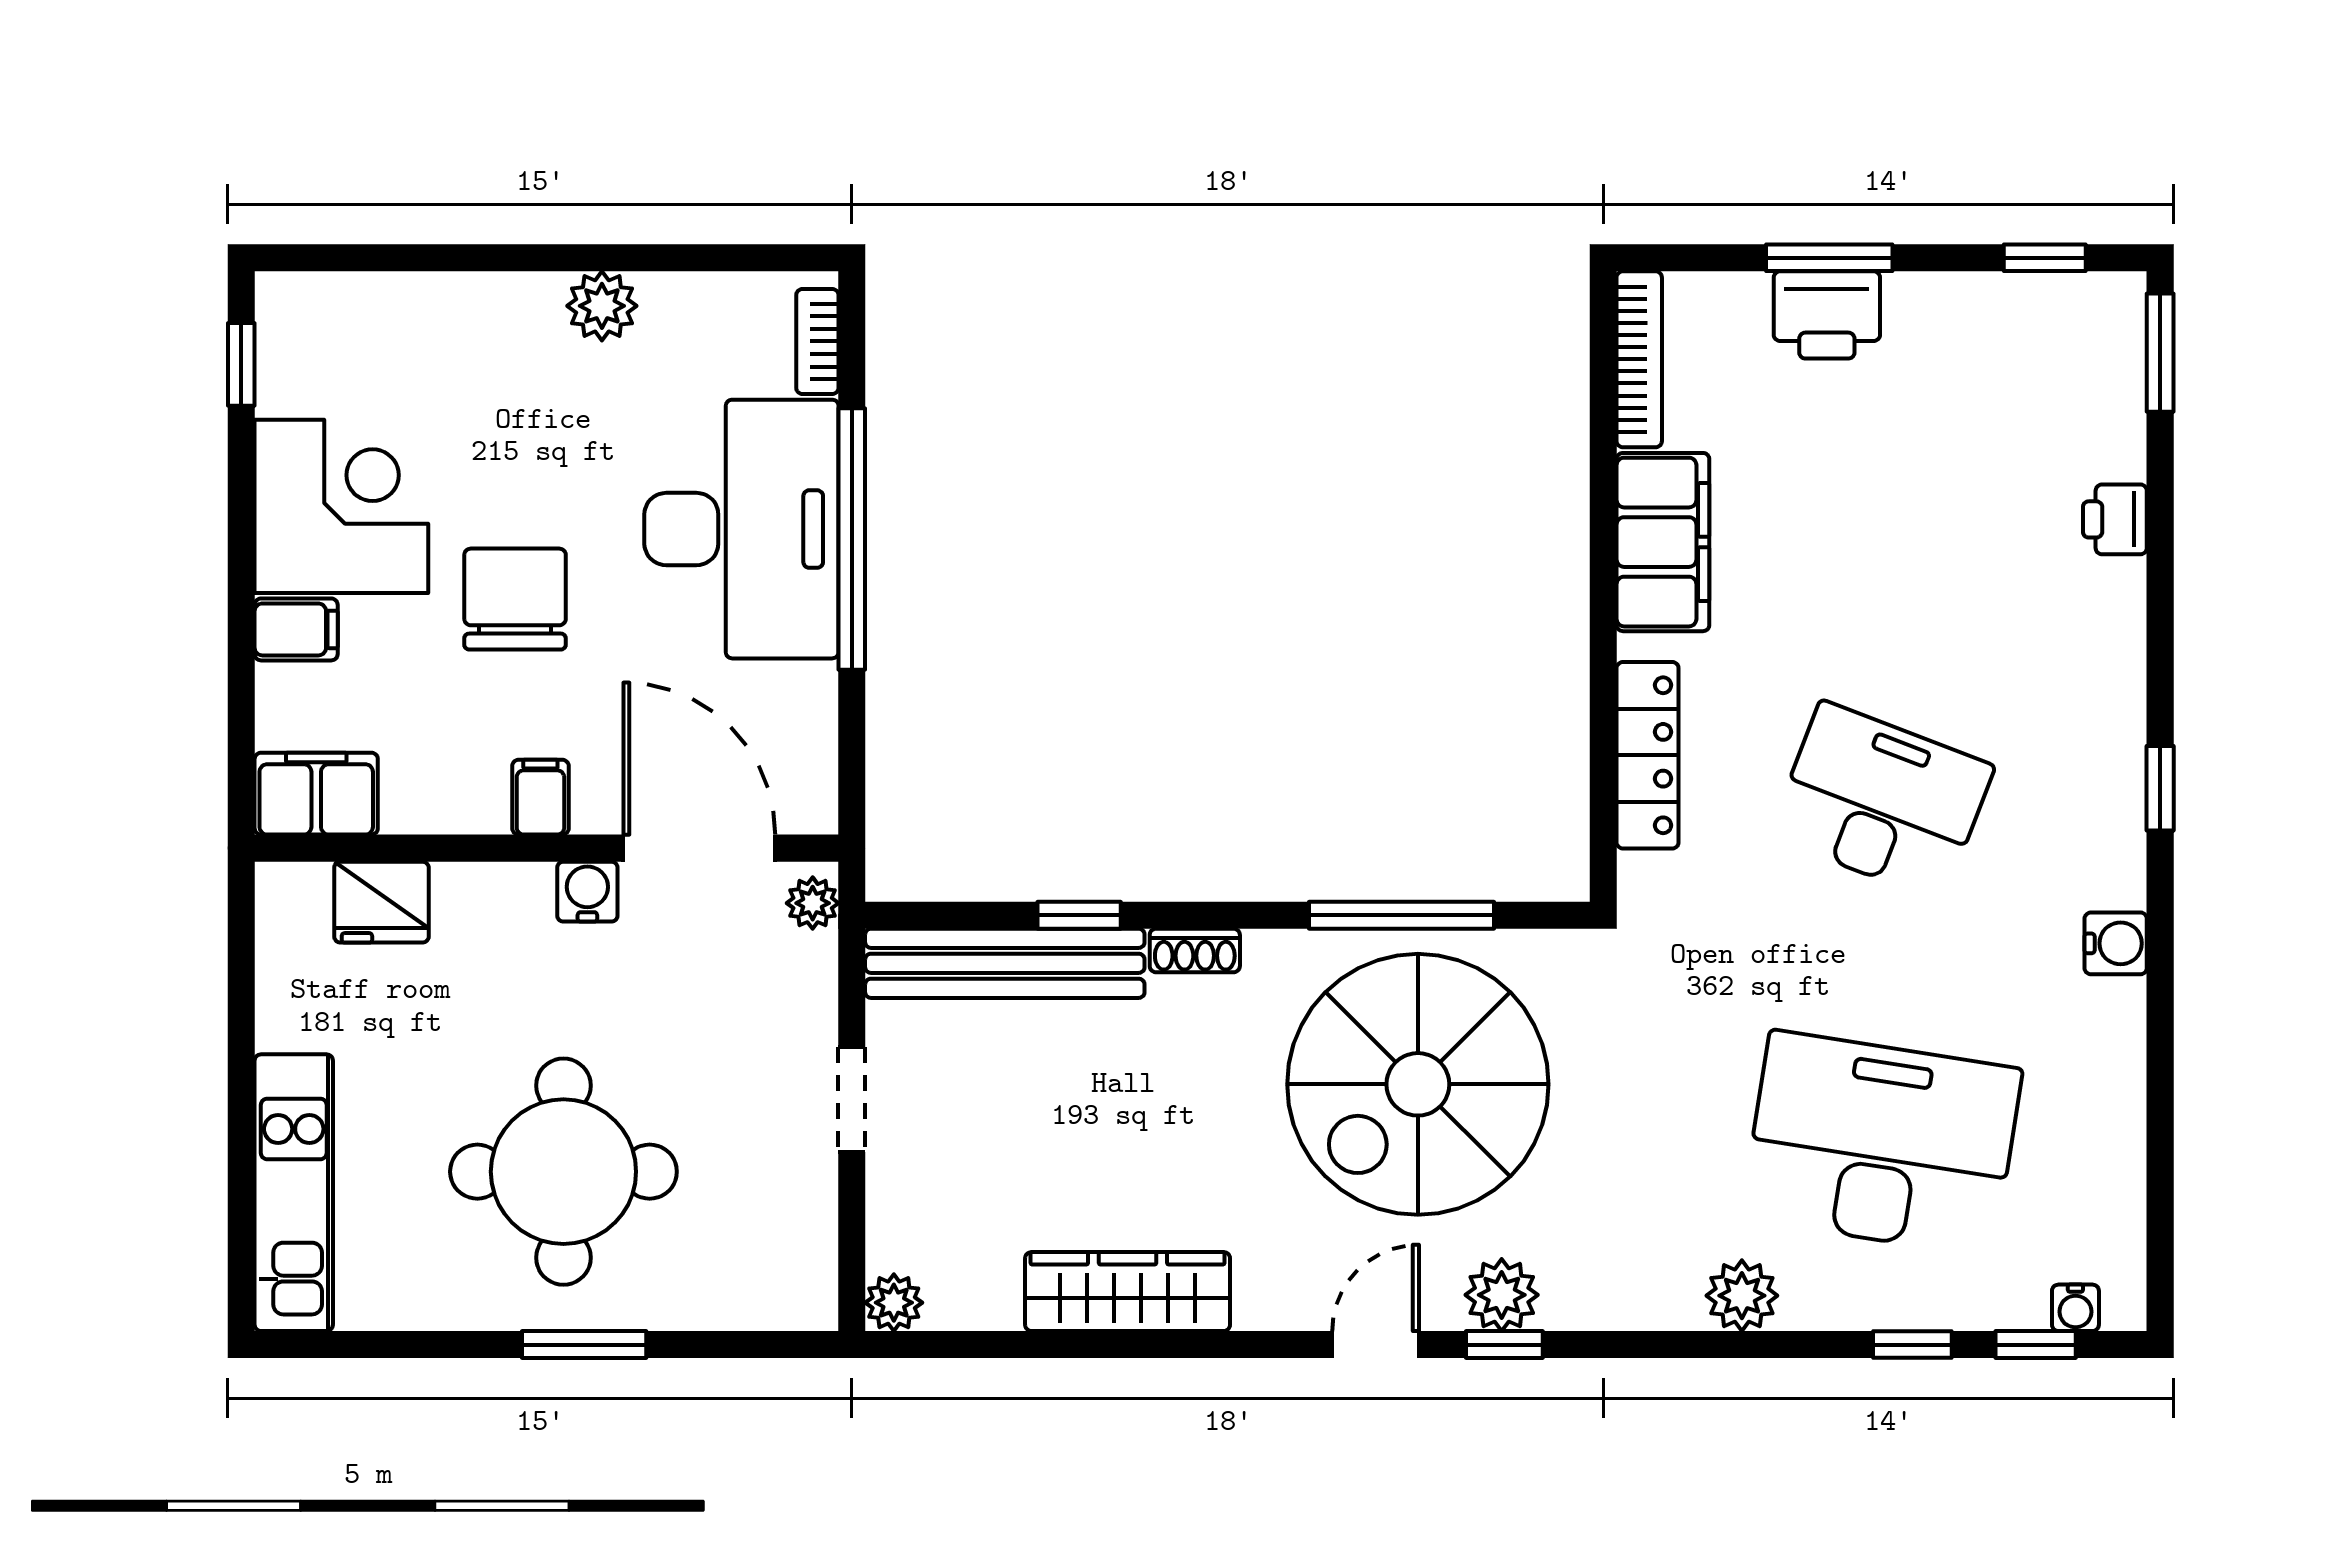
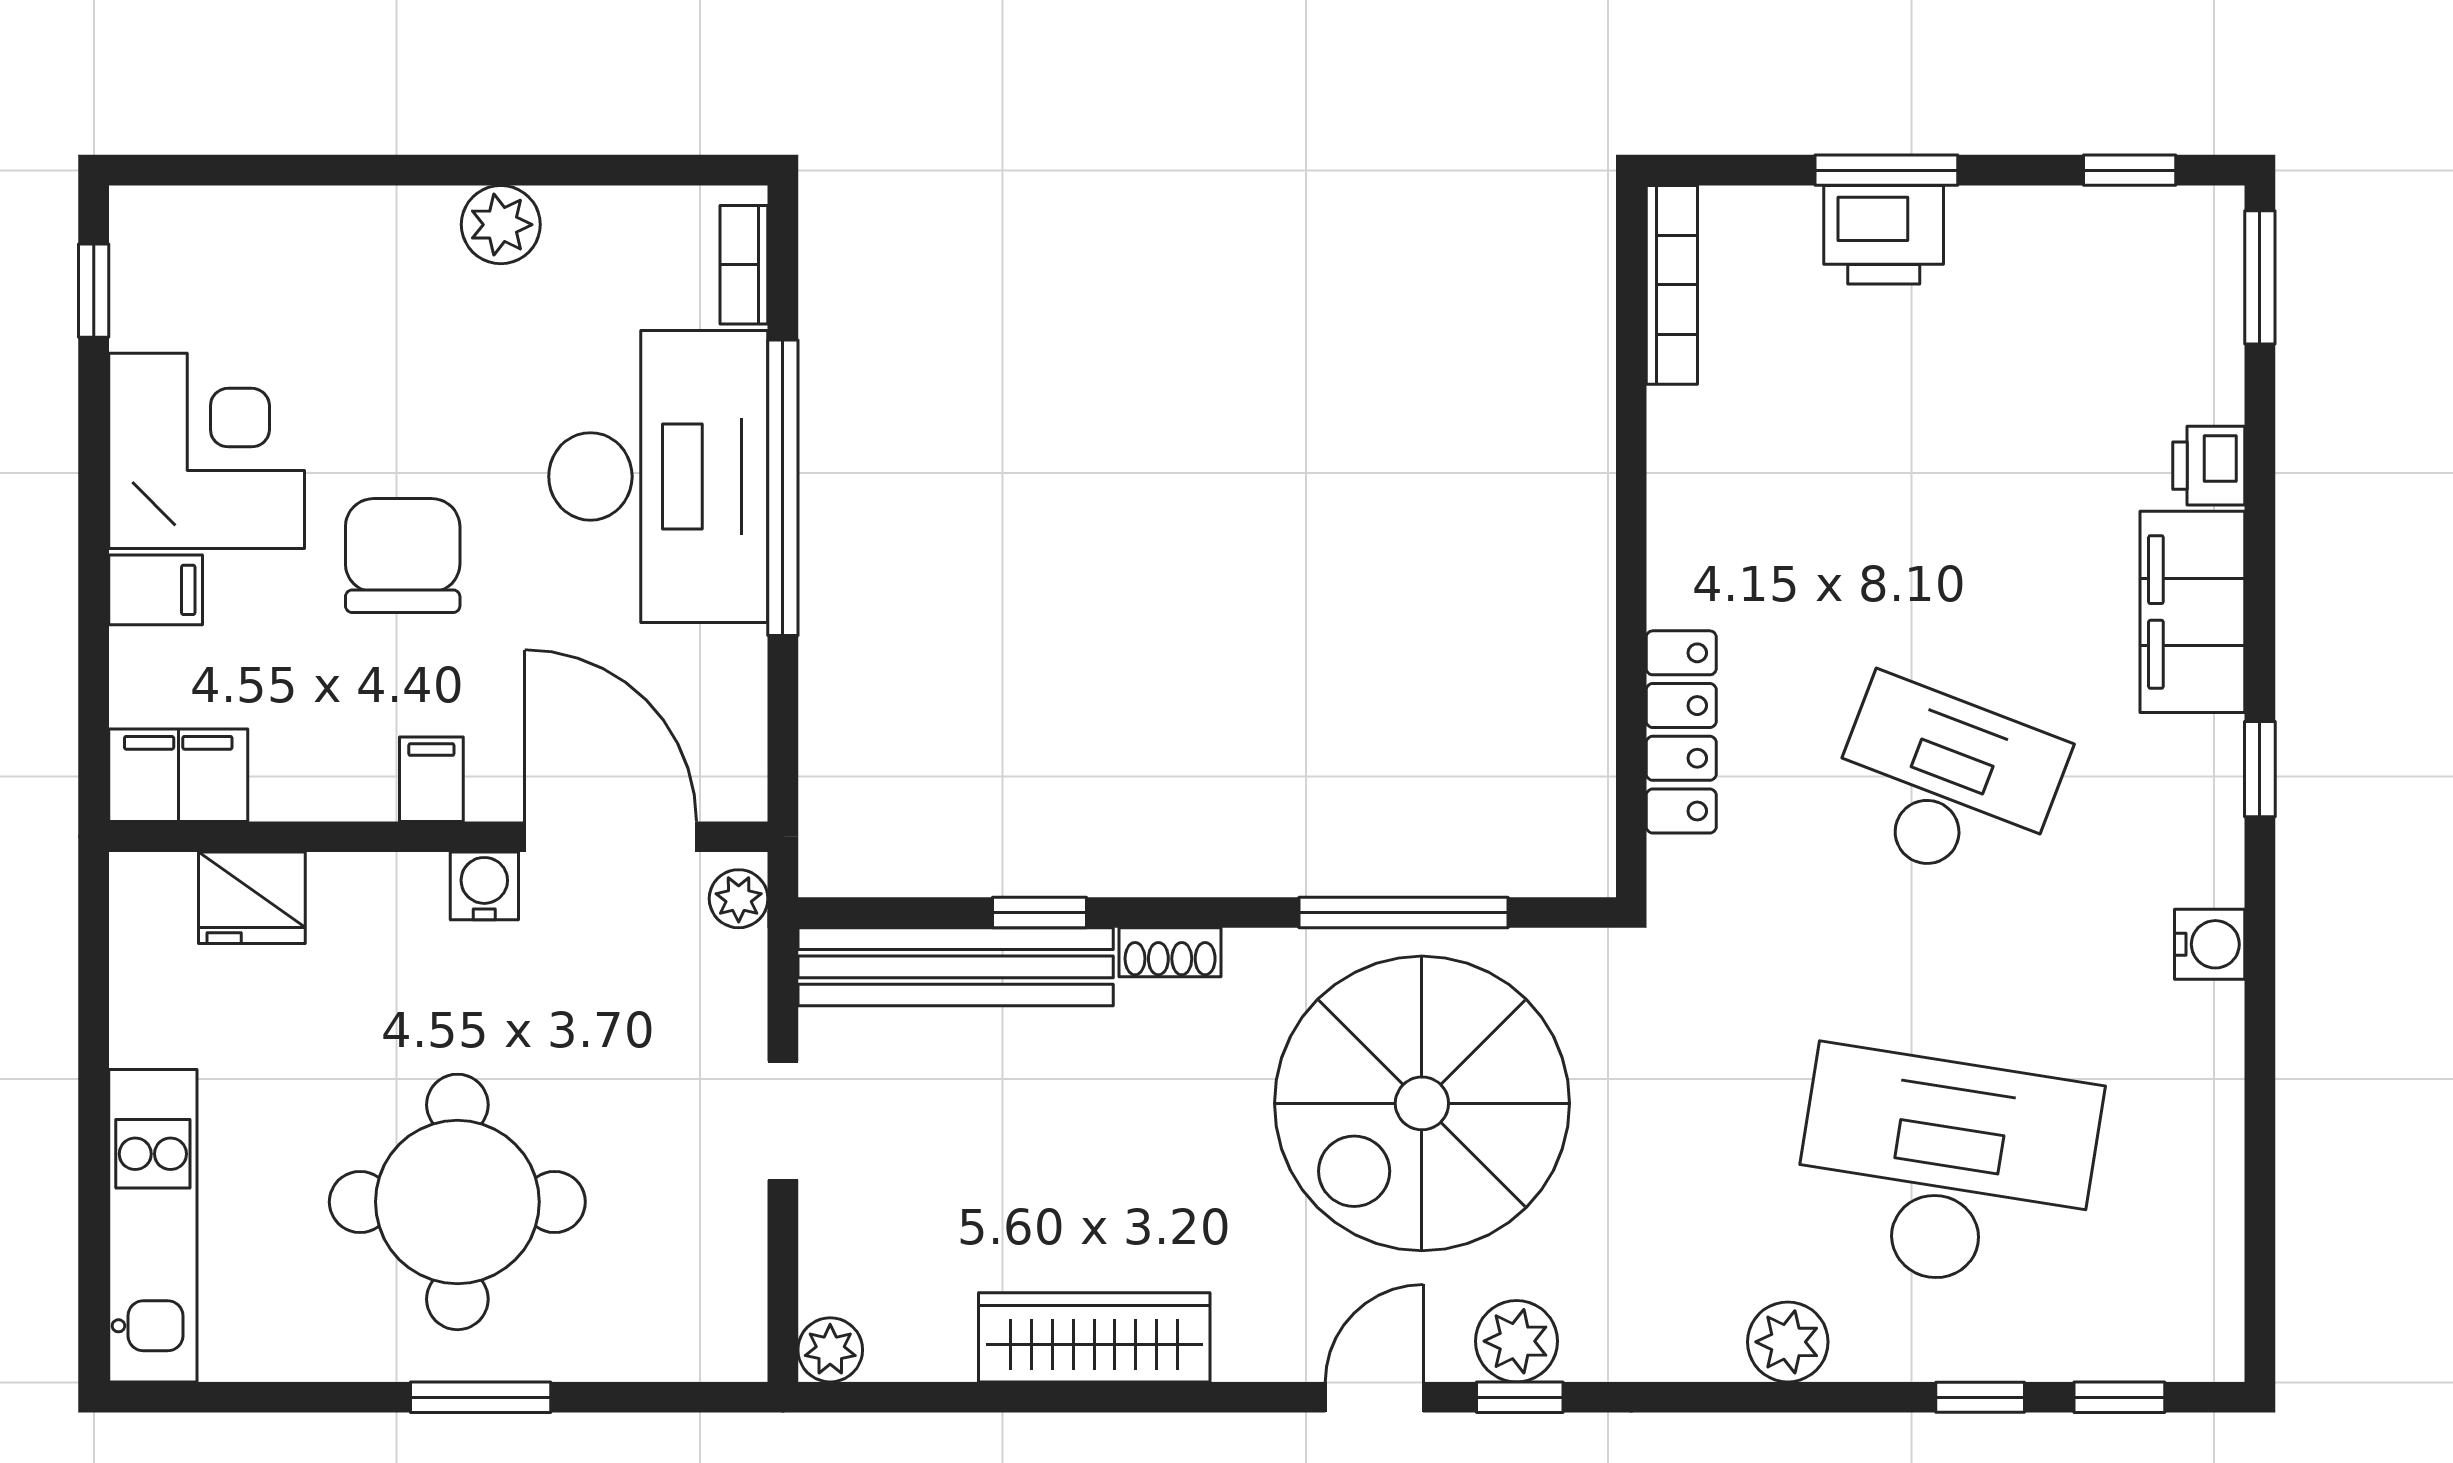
filing cabinet: (1663, 542) -> (2192, 612), moved, turned 180
water cooler: (2075, 1308) -> (2164, 1356), removed

